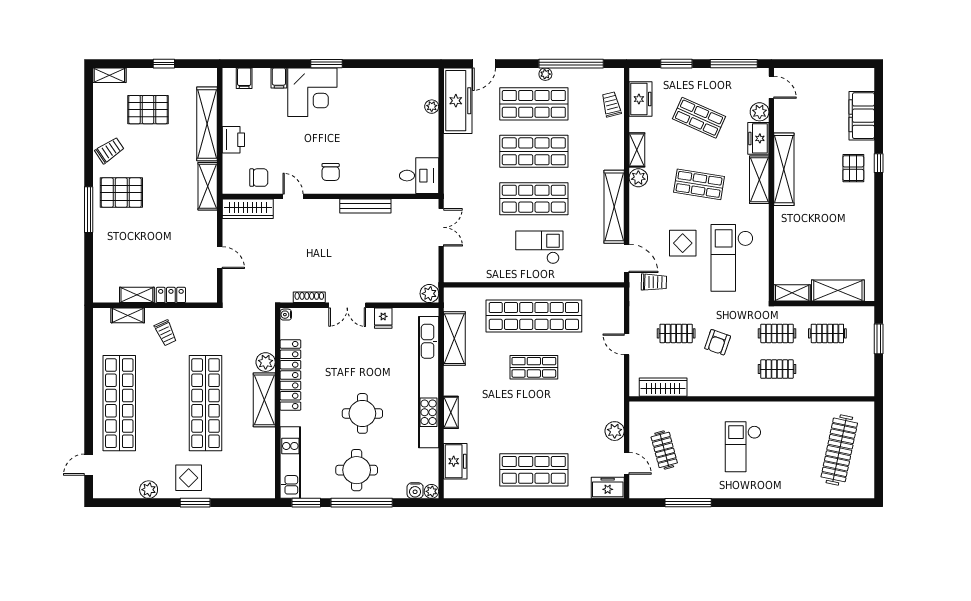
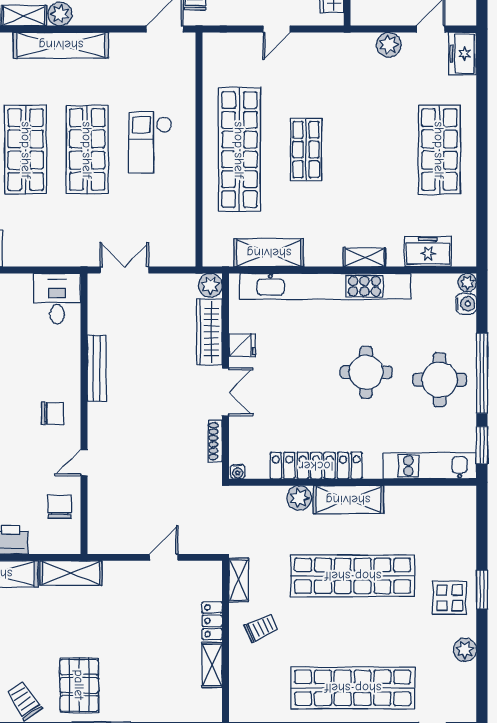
shelving: (614, 207) -> (61, 45), moved
wardrobe: (248, 209) -> (209, 332), moved, turned 180
shelving: (128, 315) -> (239, 580), moved

